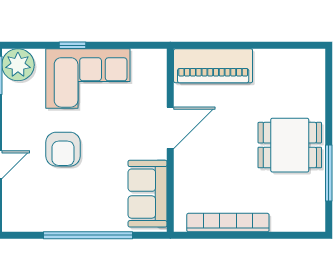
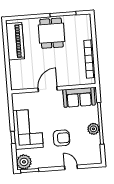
piano: (213, 66) -> (15, 41), moved
door: (170, 128) -> (48, 89), hinge flipped
plant: (77, 219) -> (93, 129), added

